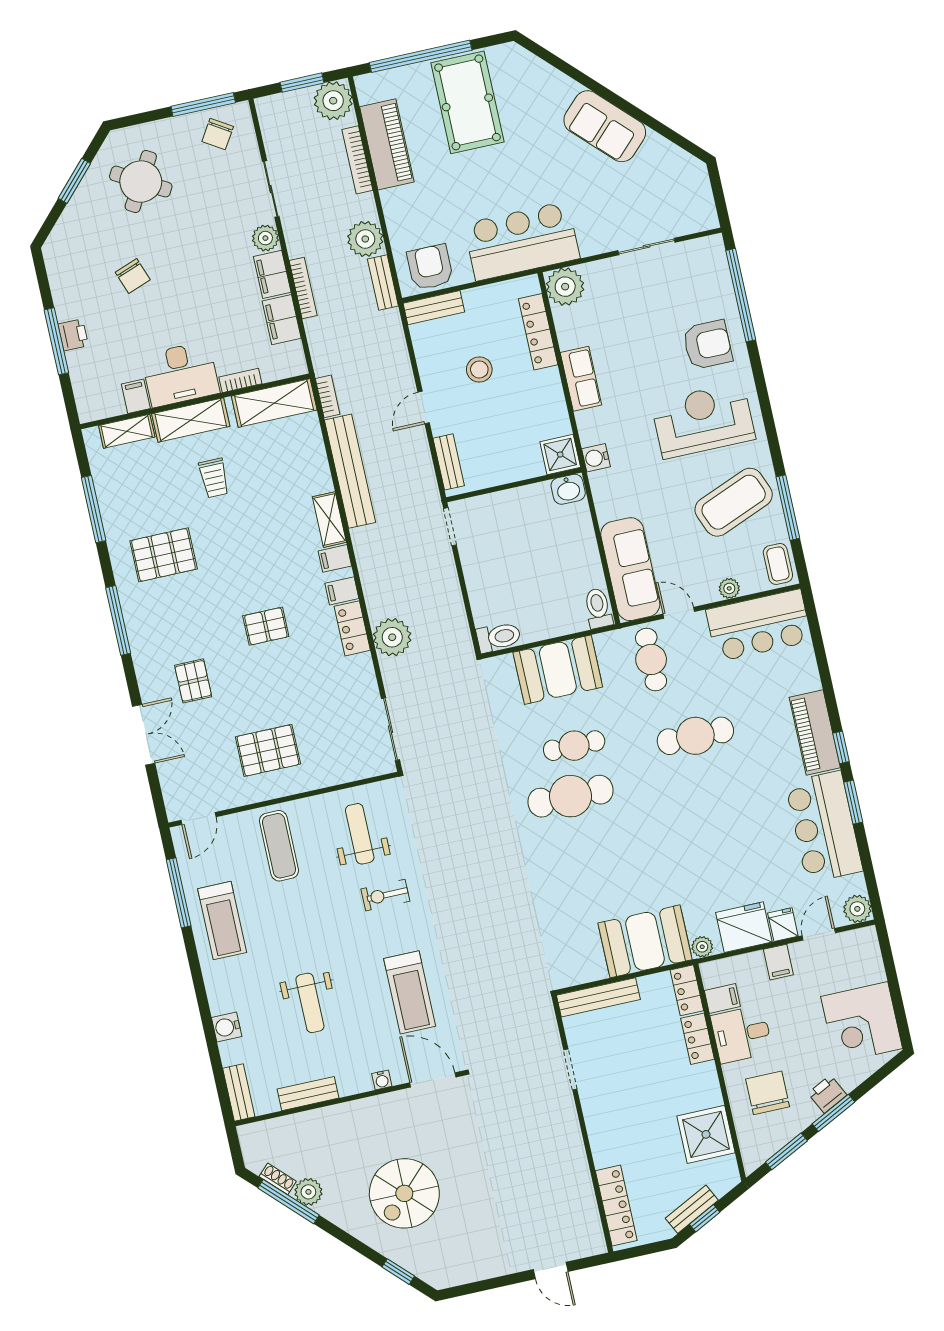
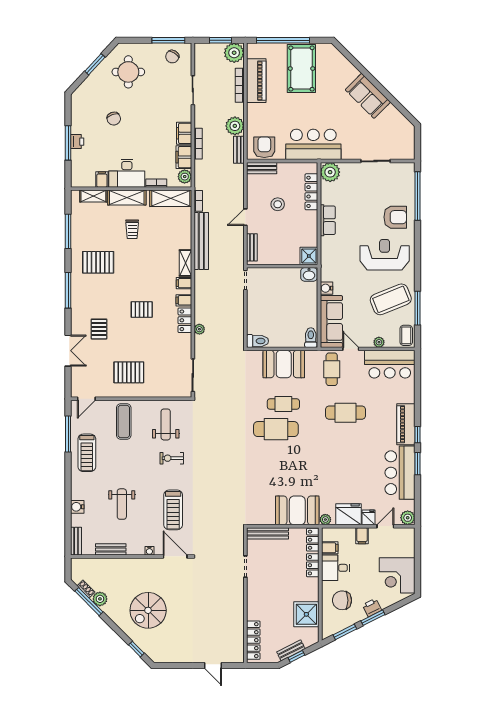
round table: (141, 182) -> (128, 72), turned -30
plant: (265, 238) -> (185, 177), moved
water cooler: (596, 458) -> (326, 288), moved
plant: (392, 637) -> (199, 329), width x0.53, depth x0.53
chair: (768, 1093) -> (342, 600), turned -90

